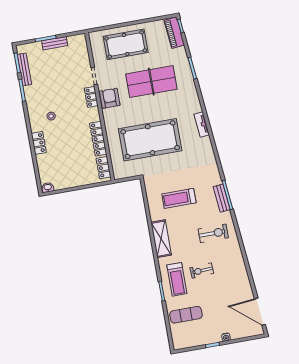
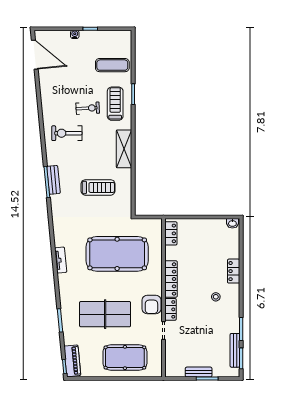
locker: (98, 139) -> (171, 279), moved
exercise bike: (213, 233) -> (67, 133), moved

